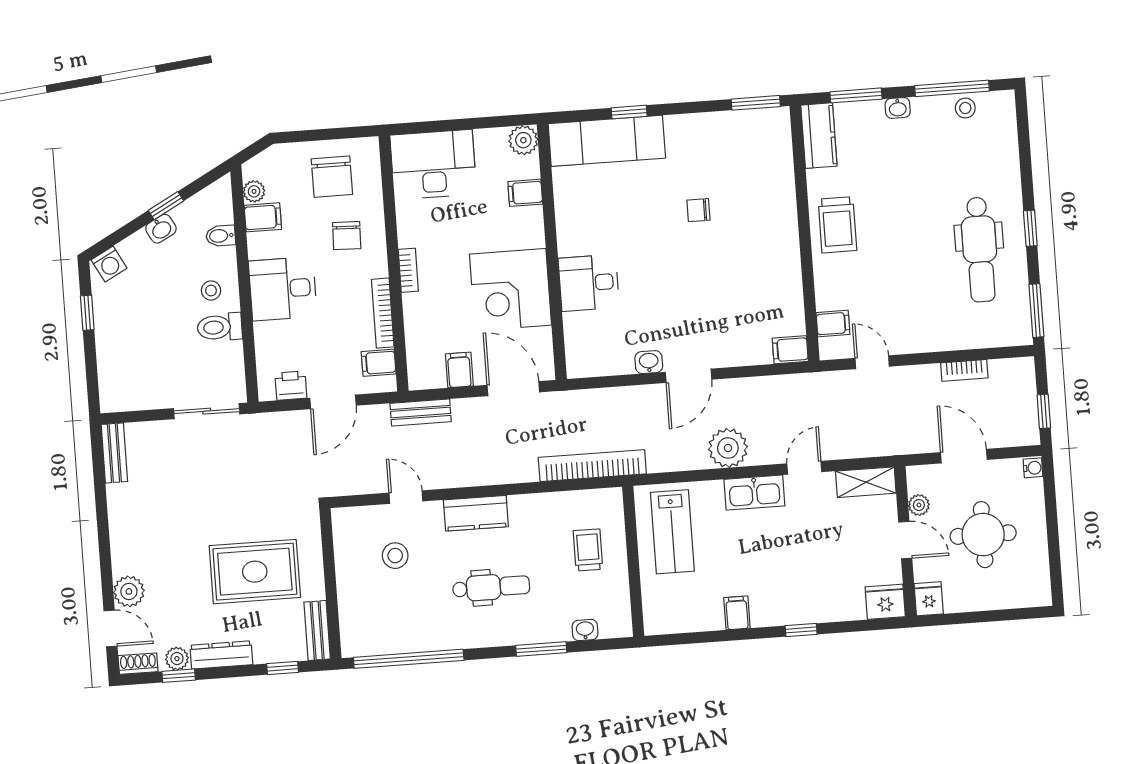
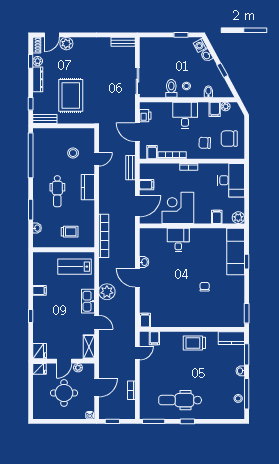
washbasin: (161, 229) -> (207, 55), moved

